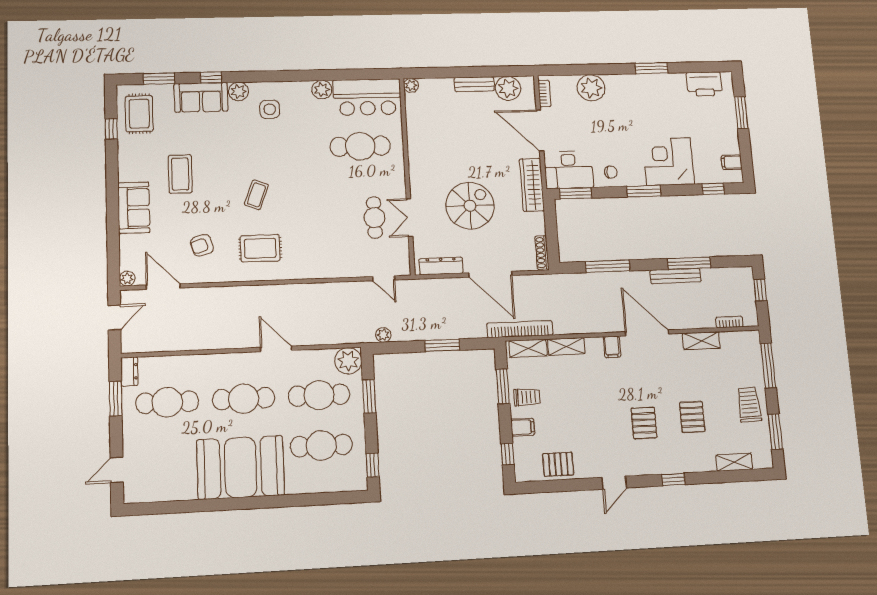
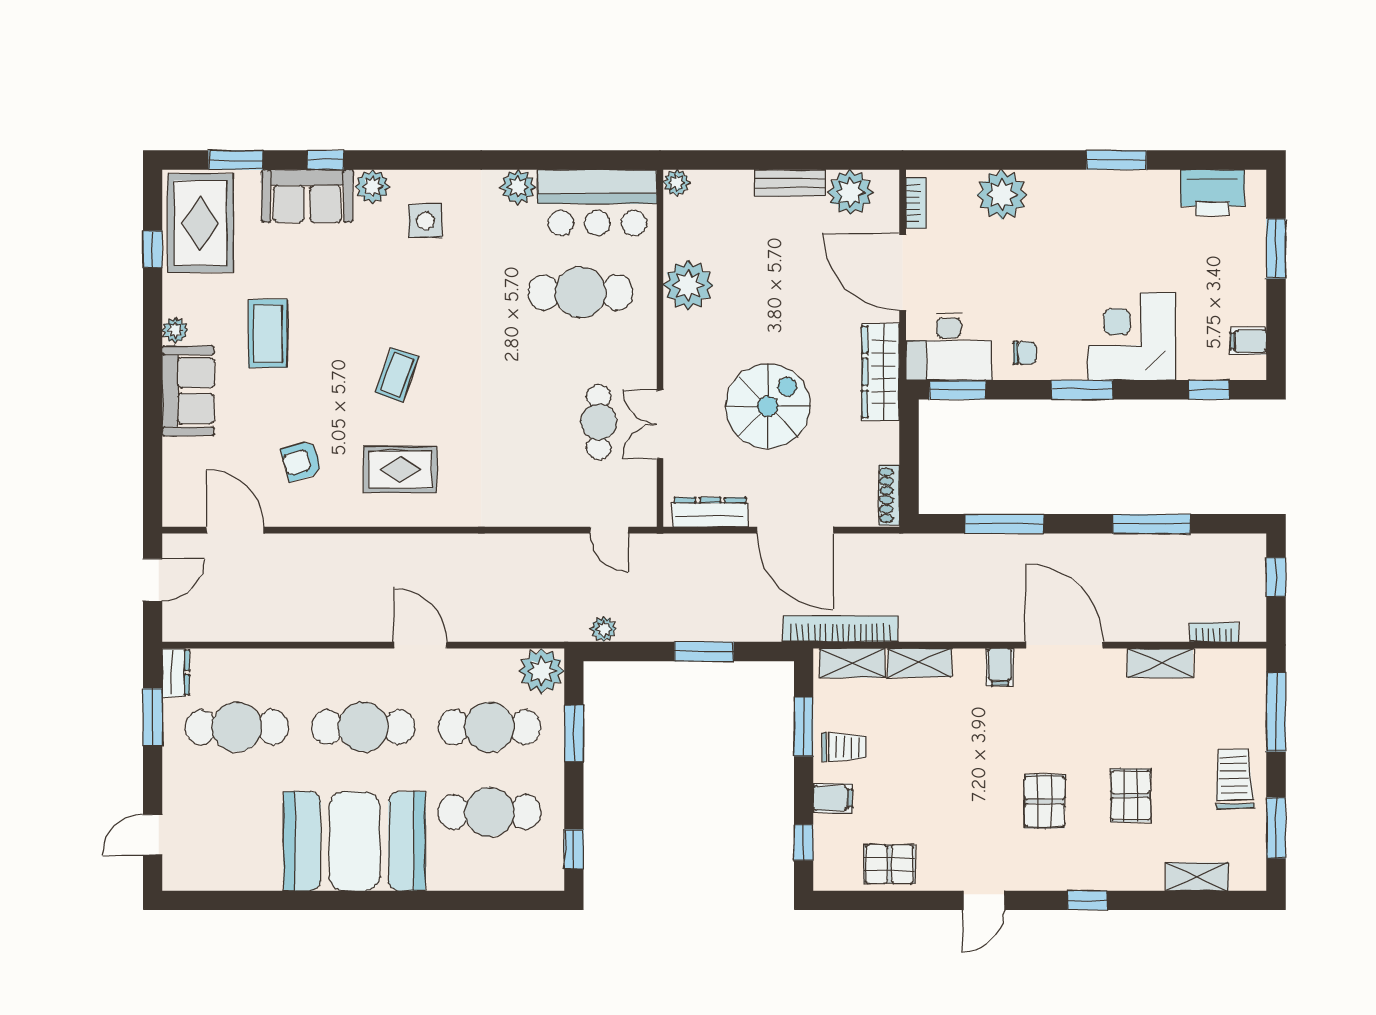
rug: (139, 114) -> (200, 223), width x1.36, depth x1.43
plant: (421, 141) -> (688, 285), added
bench: (675, 276) -> (1125, 546), removed
plant: (127, 279) -> (175, 330), moved

